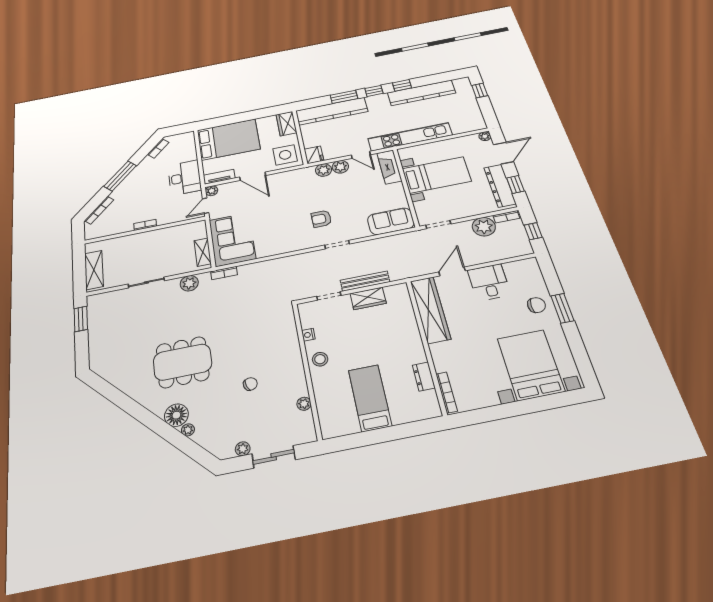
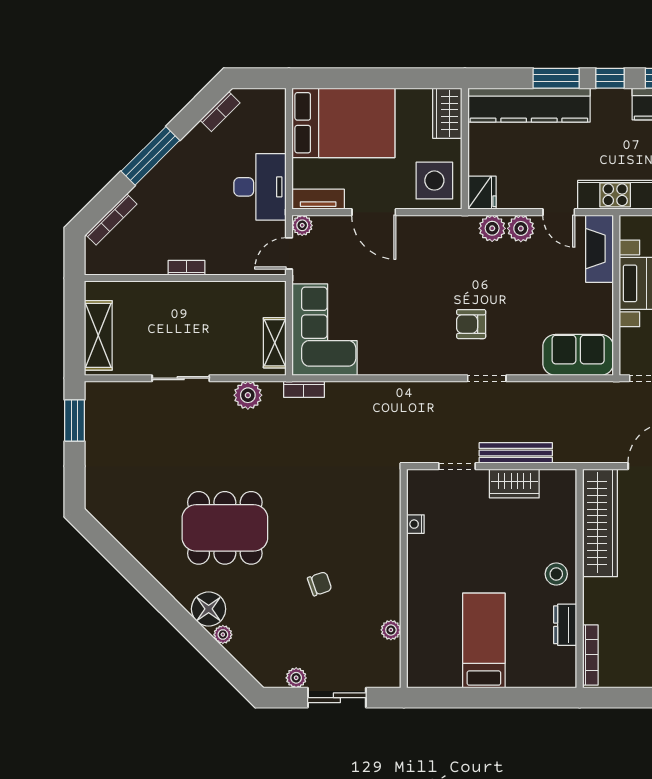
stool: (320, 359) -> (556, 574), moved

